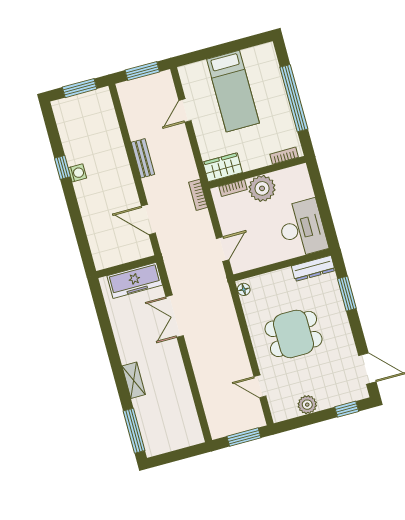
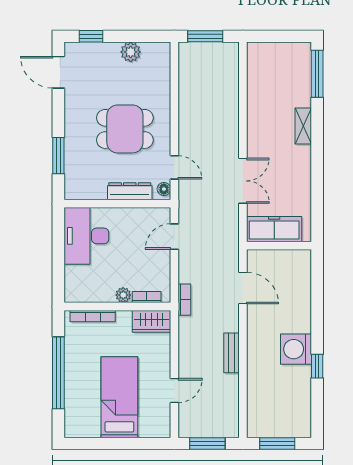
bookcase: (284, 156) -> (93, 316), width x1.56
washing machine: (77, 173) -> (296, 349), width x1.89, depth x1.89
plant: (262, 188) -> (123, 295), width x0.53, depth x0.53
dresser: (313, 268) -> (130, 191), moved
door: (260, 386) -> (174, 167), moved

